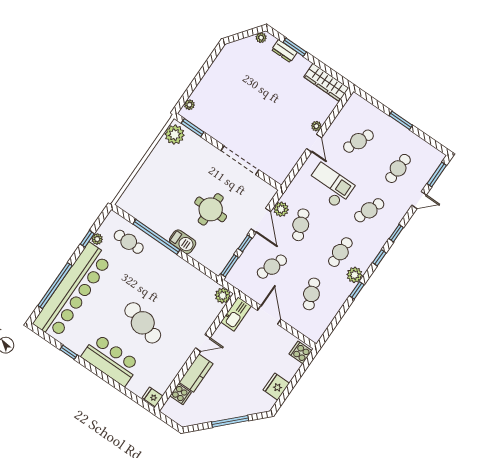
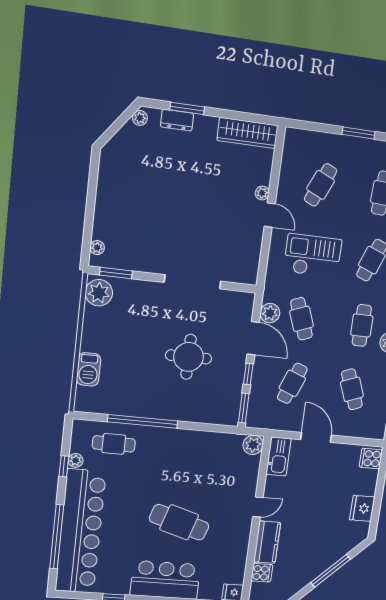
barbecue: (183, 242) -> (89, 369), moved, turned 90

